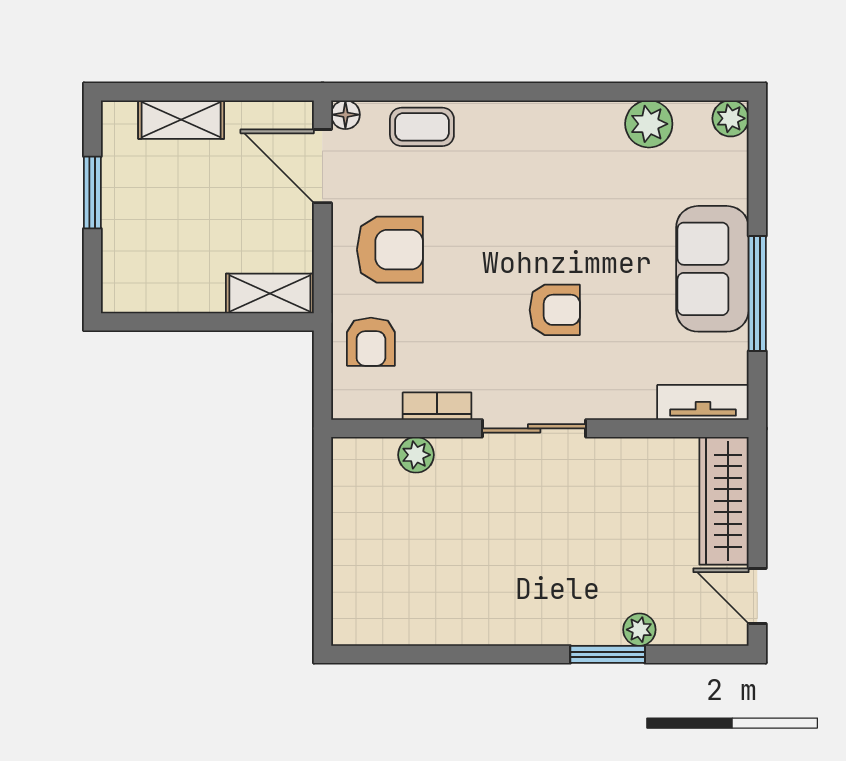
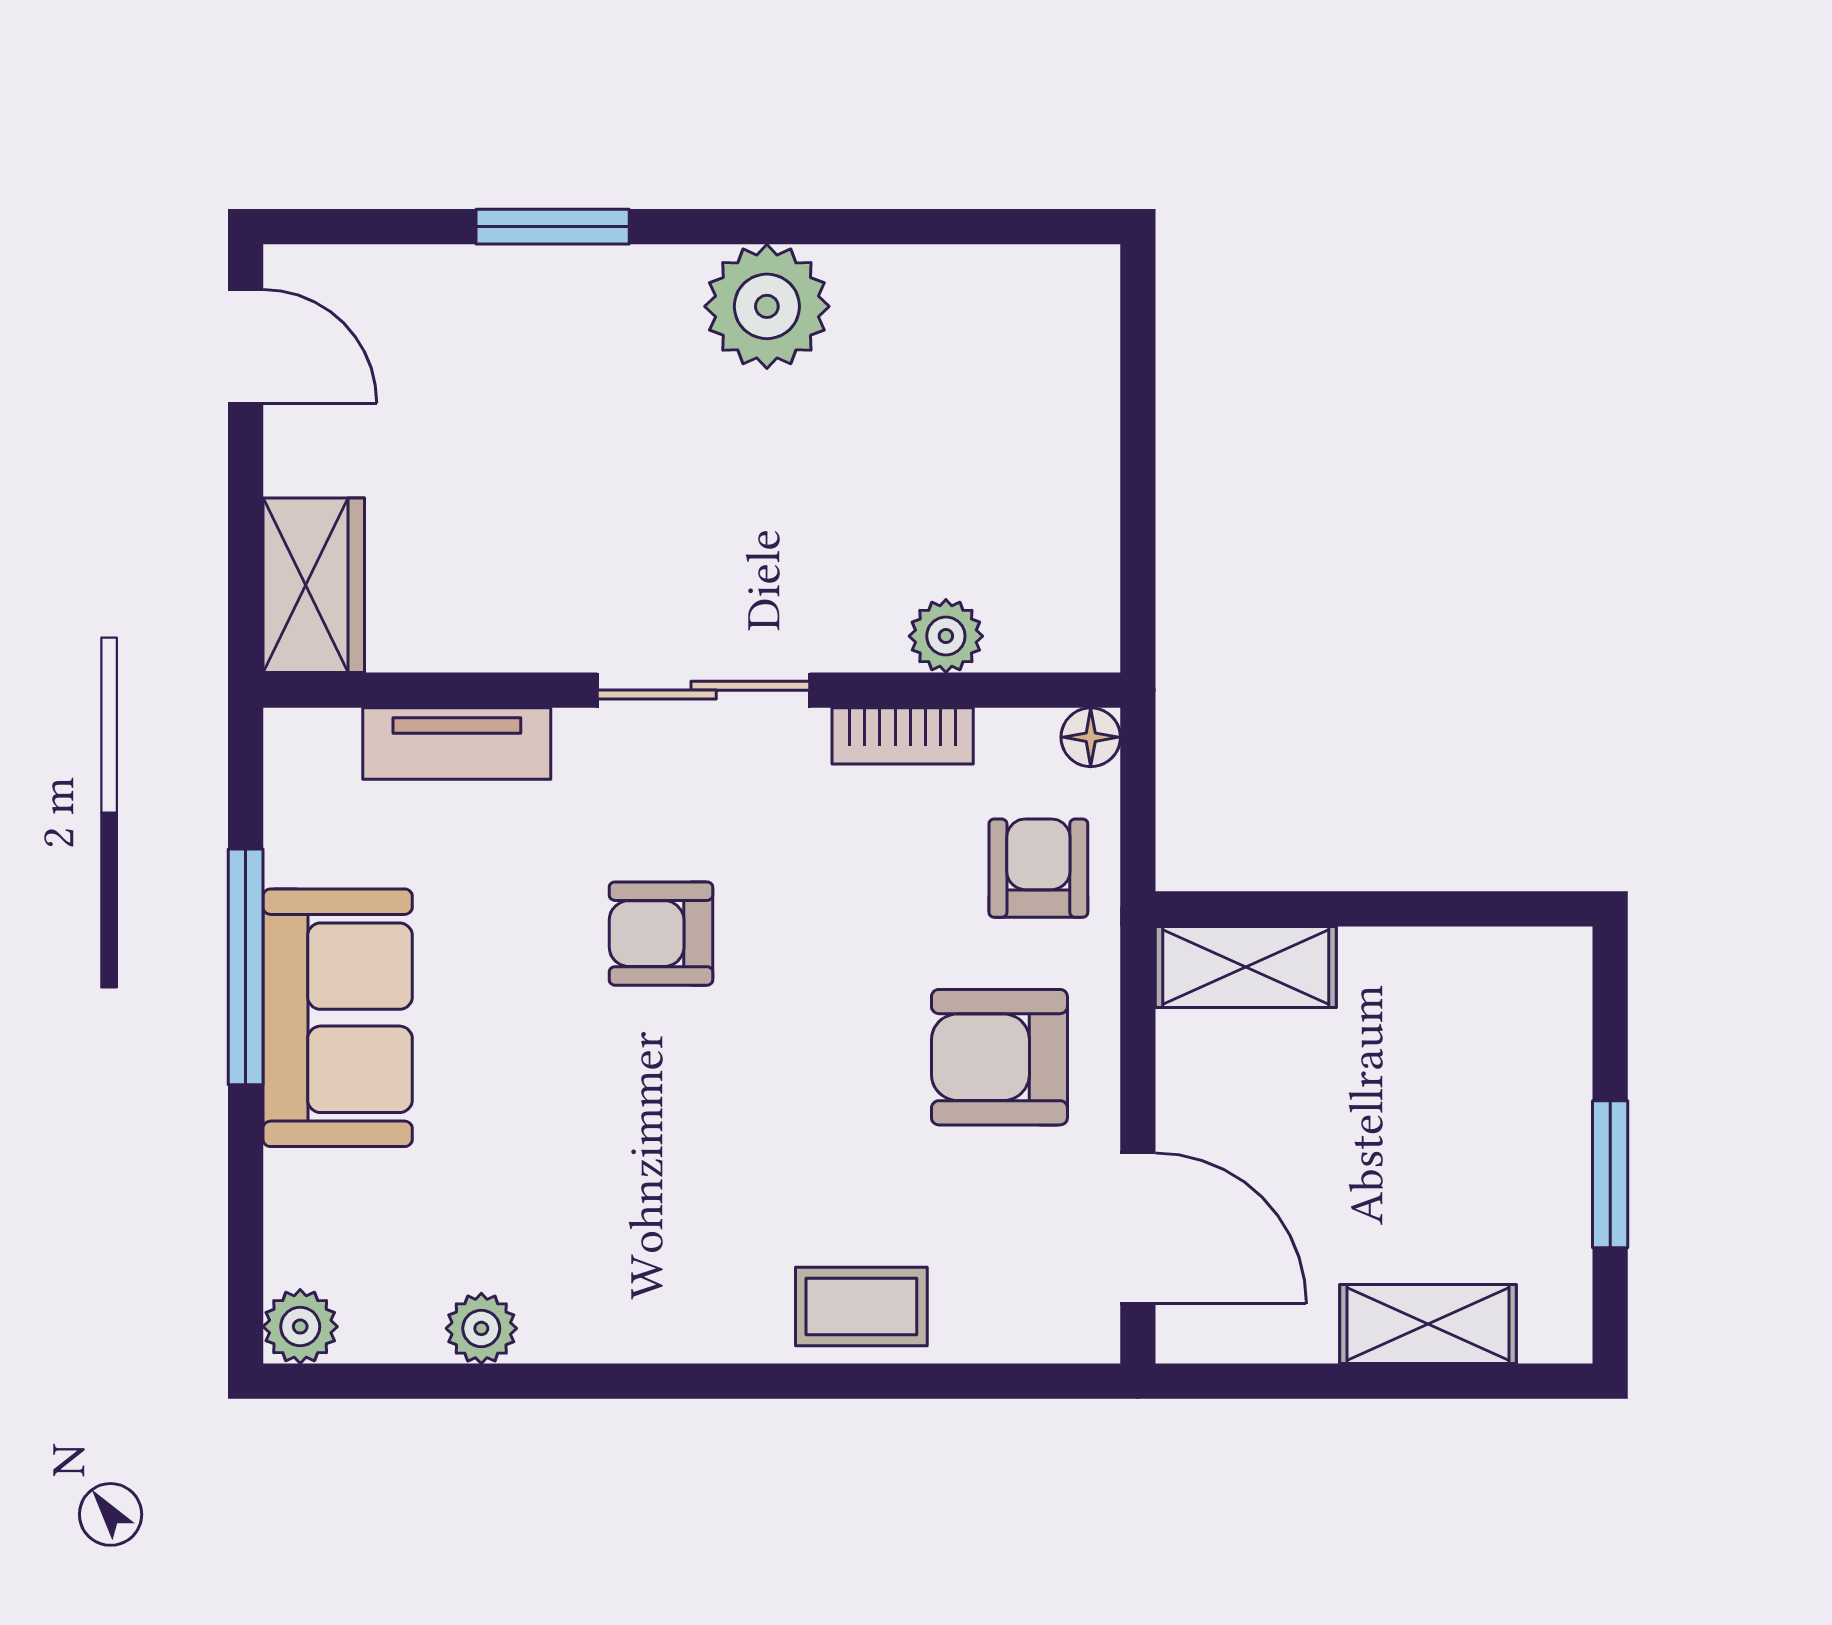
floor lamp: (345, 115) -> (1091, 737), moved
plant: (649, 124) -> (481, 1328), width x0.73, depth x0.73
coffee table: (422, 127) -> (861, 1307), moved
tv unit: (703, 402) -> (457, 743), moved
wardrobe: (724, 501) -> (314, 585), width x0.67
plant: (639, 630) -> (767, 306), moved, width x1.88, depth x1.88

